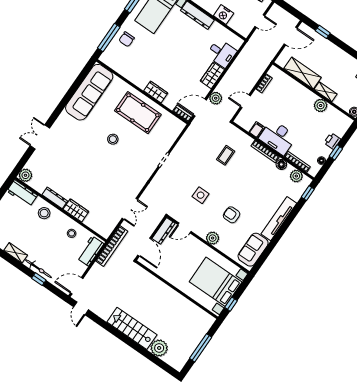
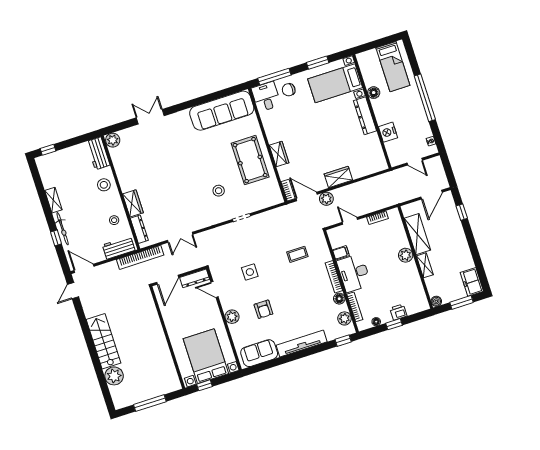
door: (291, 36) -> (431, 195), hinge flipped
desk: (222, 53) -> (266, 97), moved, turned 180
plant: (321, 105) -> (406, 255), moved
stool: (113, 139) -> (219, 191), moved
dresser: (55, 198) -> (139, 229), moved
armchair: (232, 215) -> (263, 309), turned 180

